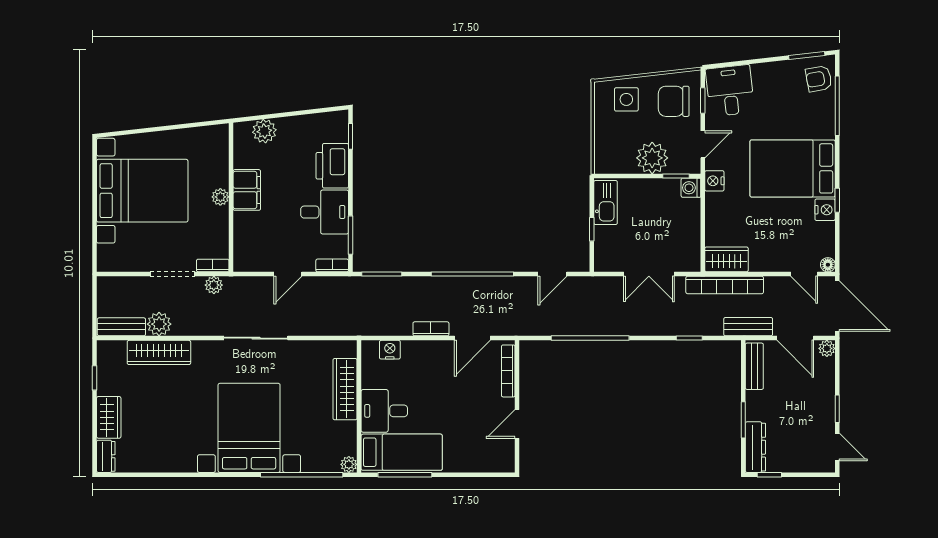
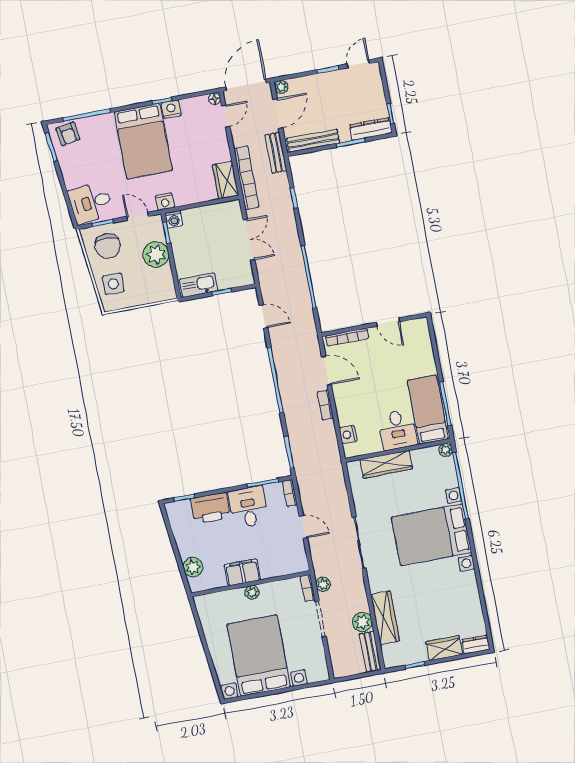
bench: (754, 366) -> (313, 141), width x1.36

